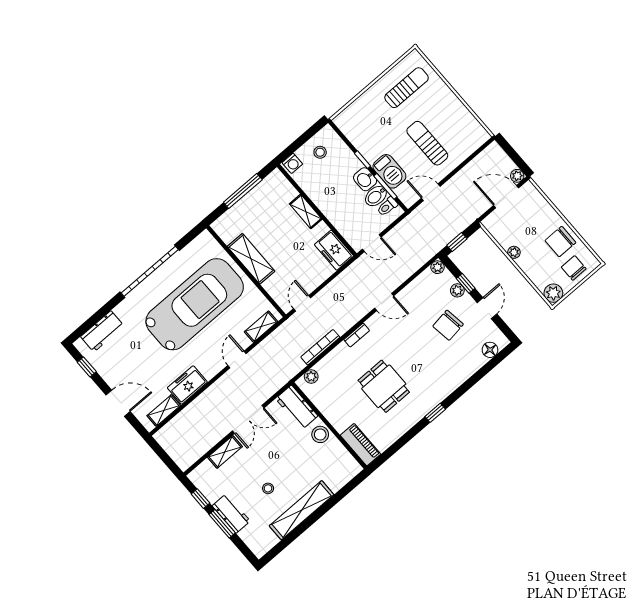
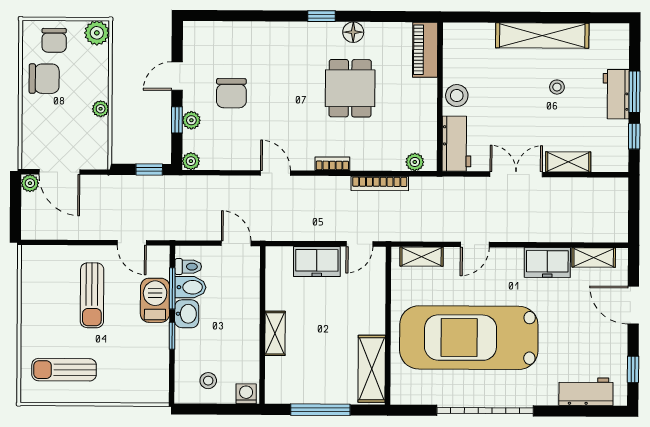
freezer: (334, 250) -> (317, 262), moved, turned 90
shelving: (251, 259) -> (372, 369), moved
chair: (448, 325) -> (231, 93), turned 98
floor lamp: (490, 350) -> (353, 32), moved

